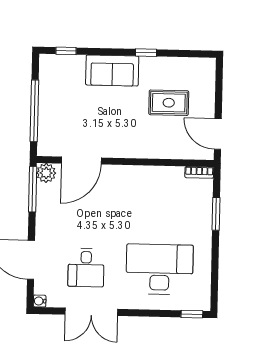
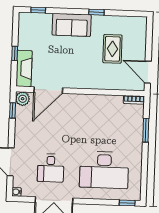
rug: (169, 103) -> (112, 49), turned 90
window: (34, 111) -> (15, 53), width x0.32
fireplace: (48, 131) -> (24, 68), added
window: (33, 189) -> (13, 110), width x0.46
desk: (160, 269) -> (104, 170), turned 180

